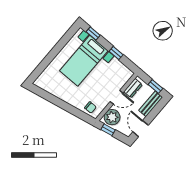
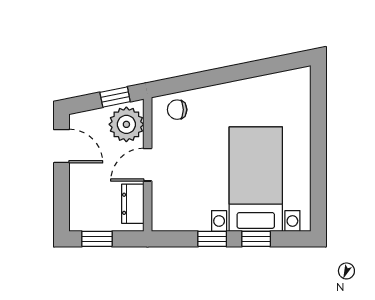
window: (93, 34) -> (256, 239), moved
bench: (151, 104) -> (80, 203), removed

